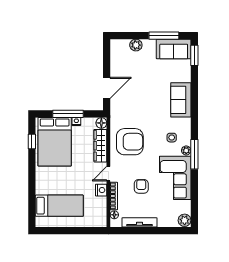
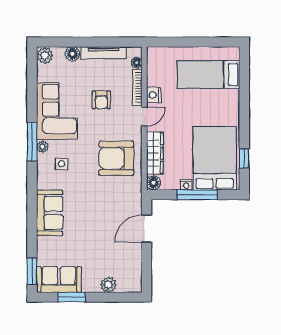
window: (164, 36) -> (72, 297), width x0.69
floor lamp: (163, 222) -> (72, 54), added

